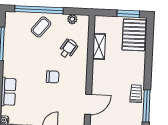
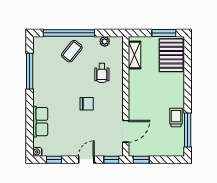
shelving: (99, 46) -> (134, 55), moved
wheelchair: (68, 49) -> (102, 73), turned 147

